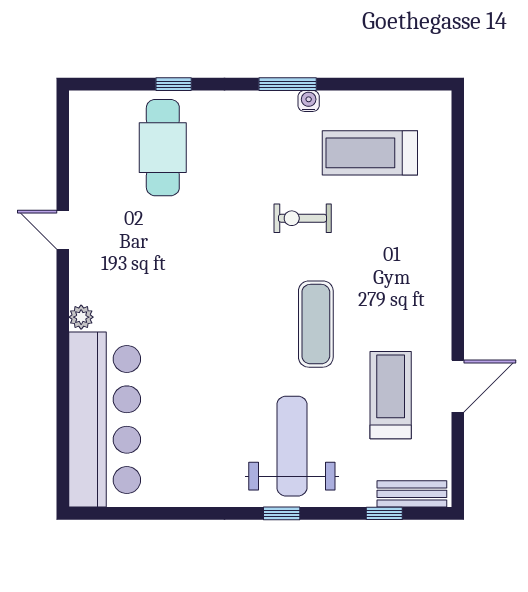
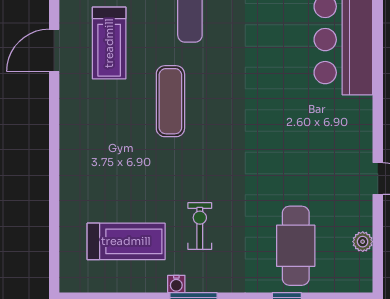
exercise bike: (303, 218) -> (200, 226), moved, turned -90
plant: (81, 317) -> (363, 242), moved

